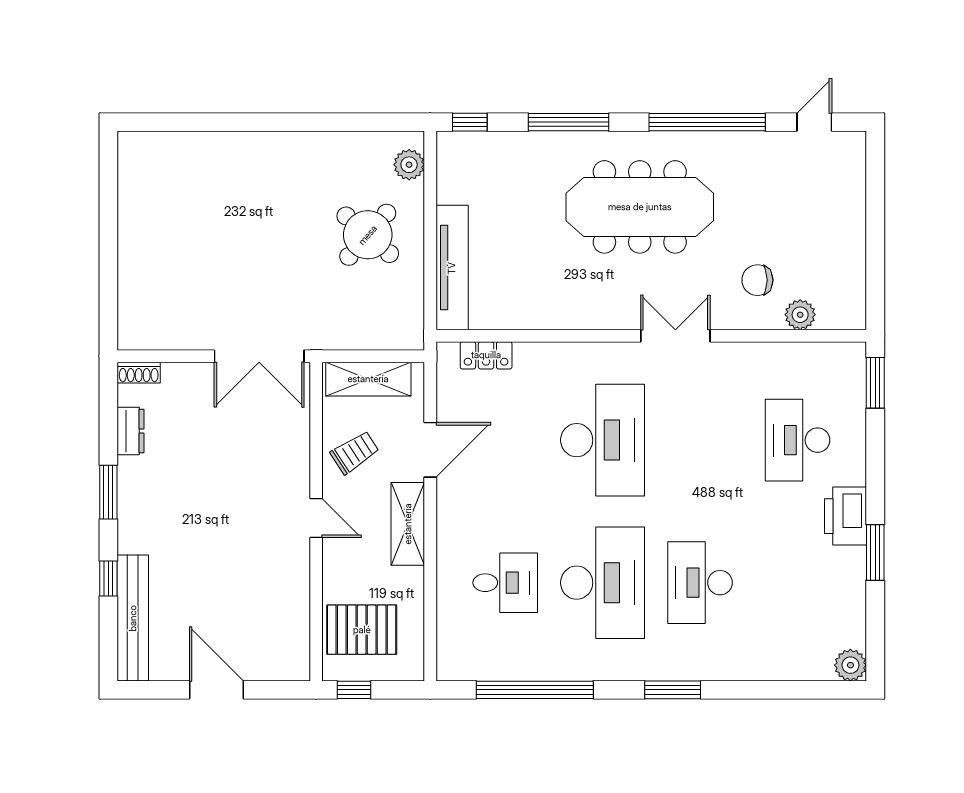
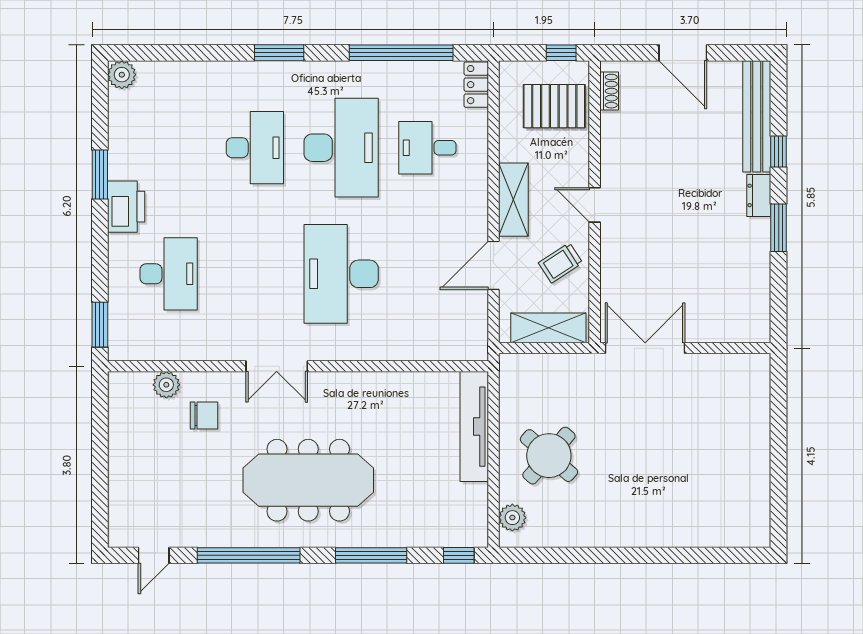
locker: (486, 355) -> (476, 85), moved, turned -90
shoe rack: (139, 373) -> (609, 91), moved, turned 90
dresser: (130, 431) -> (759, 195), moved
desk: (603, 583) -> (341, 148), turned 180

